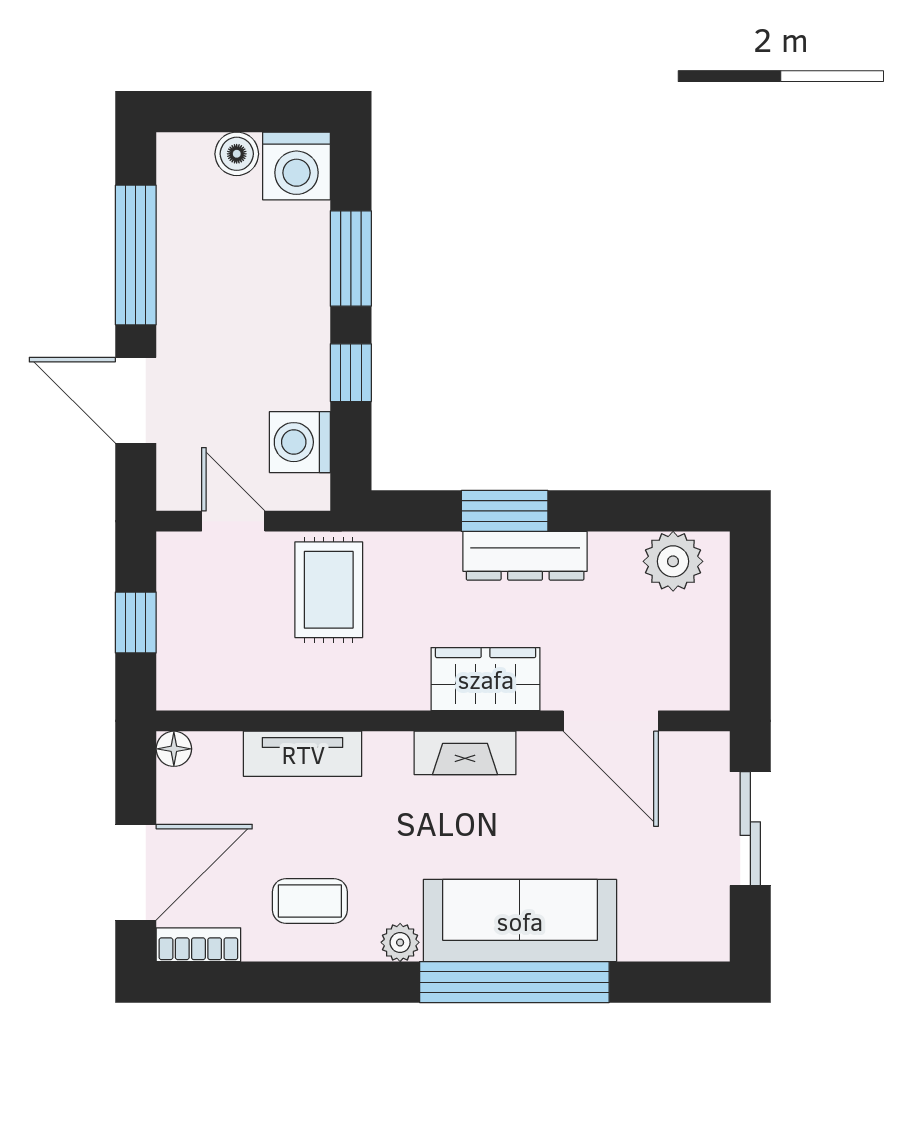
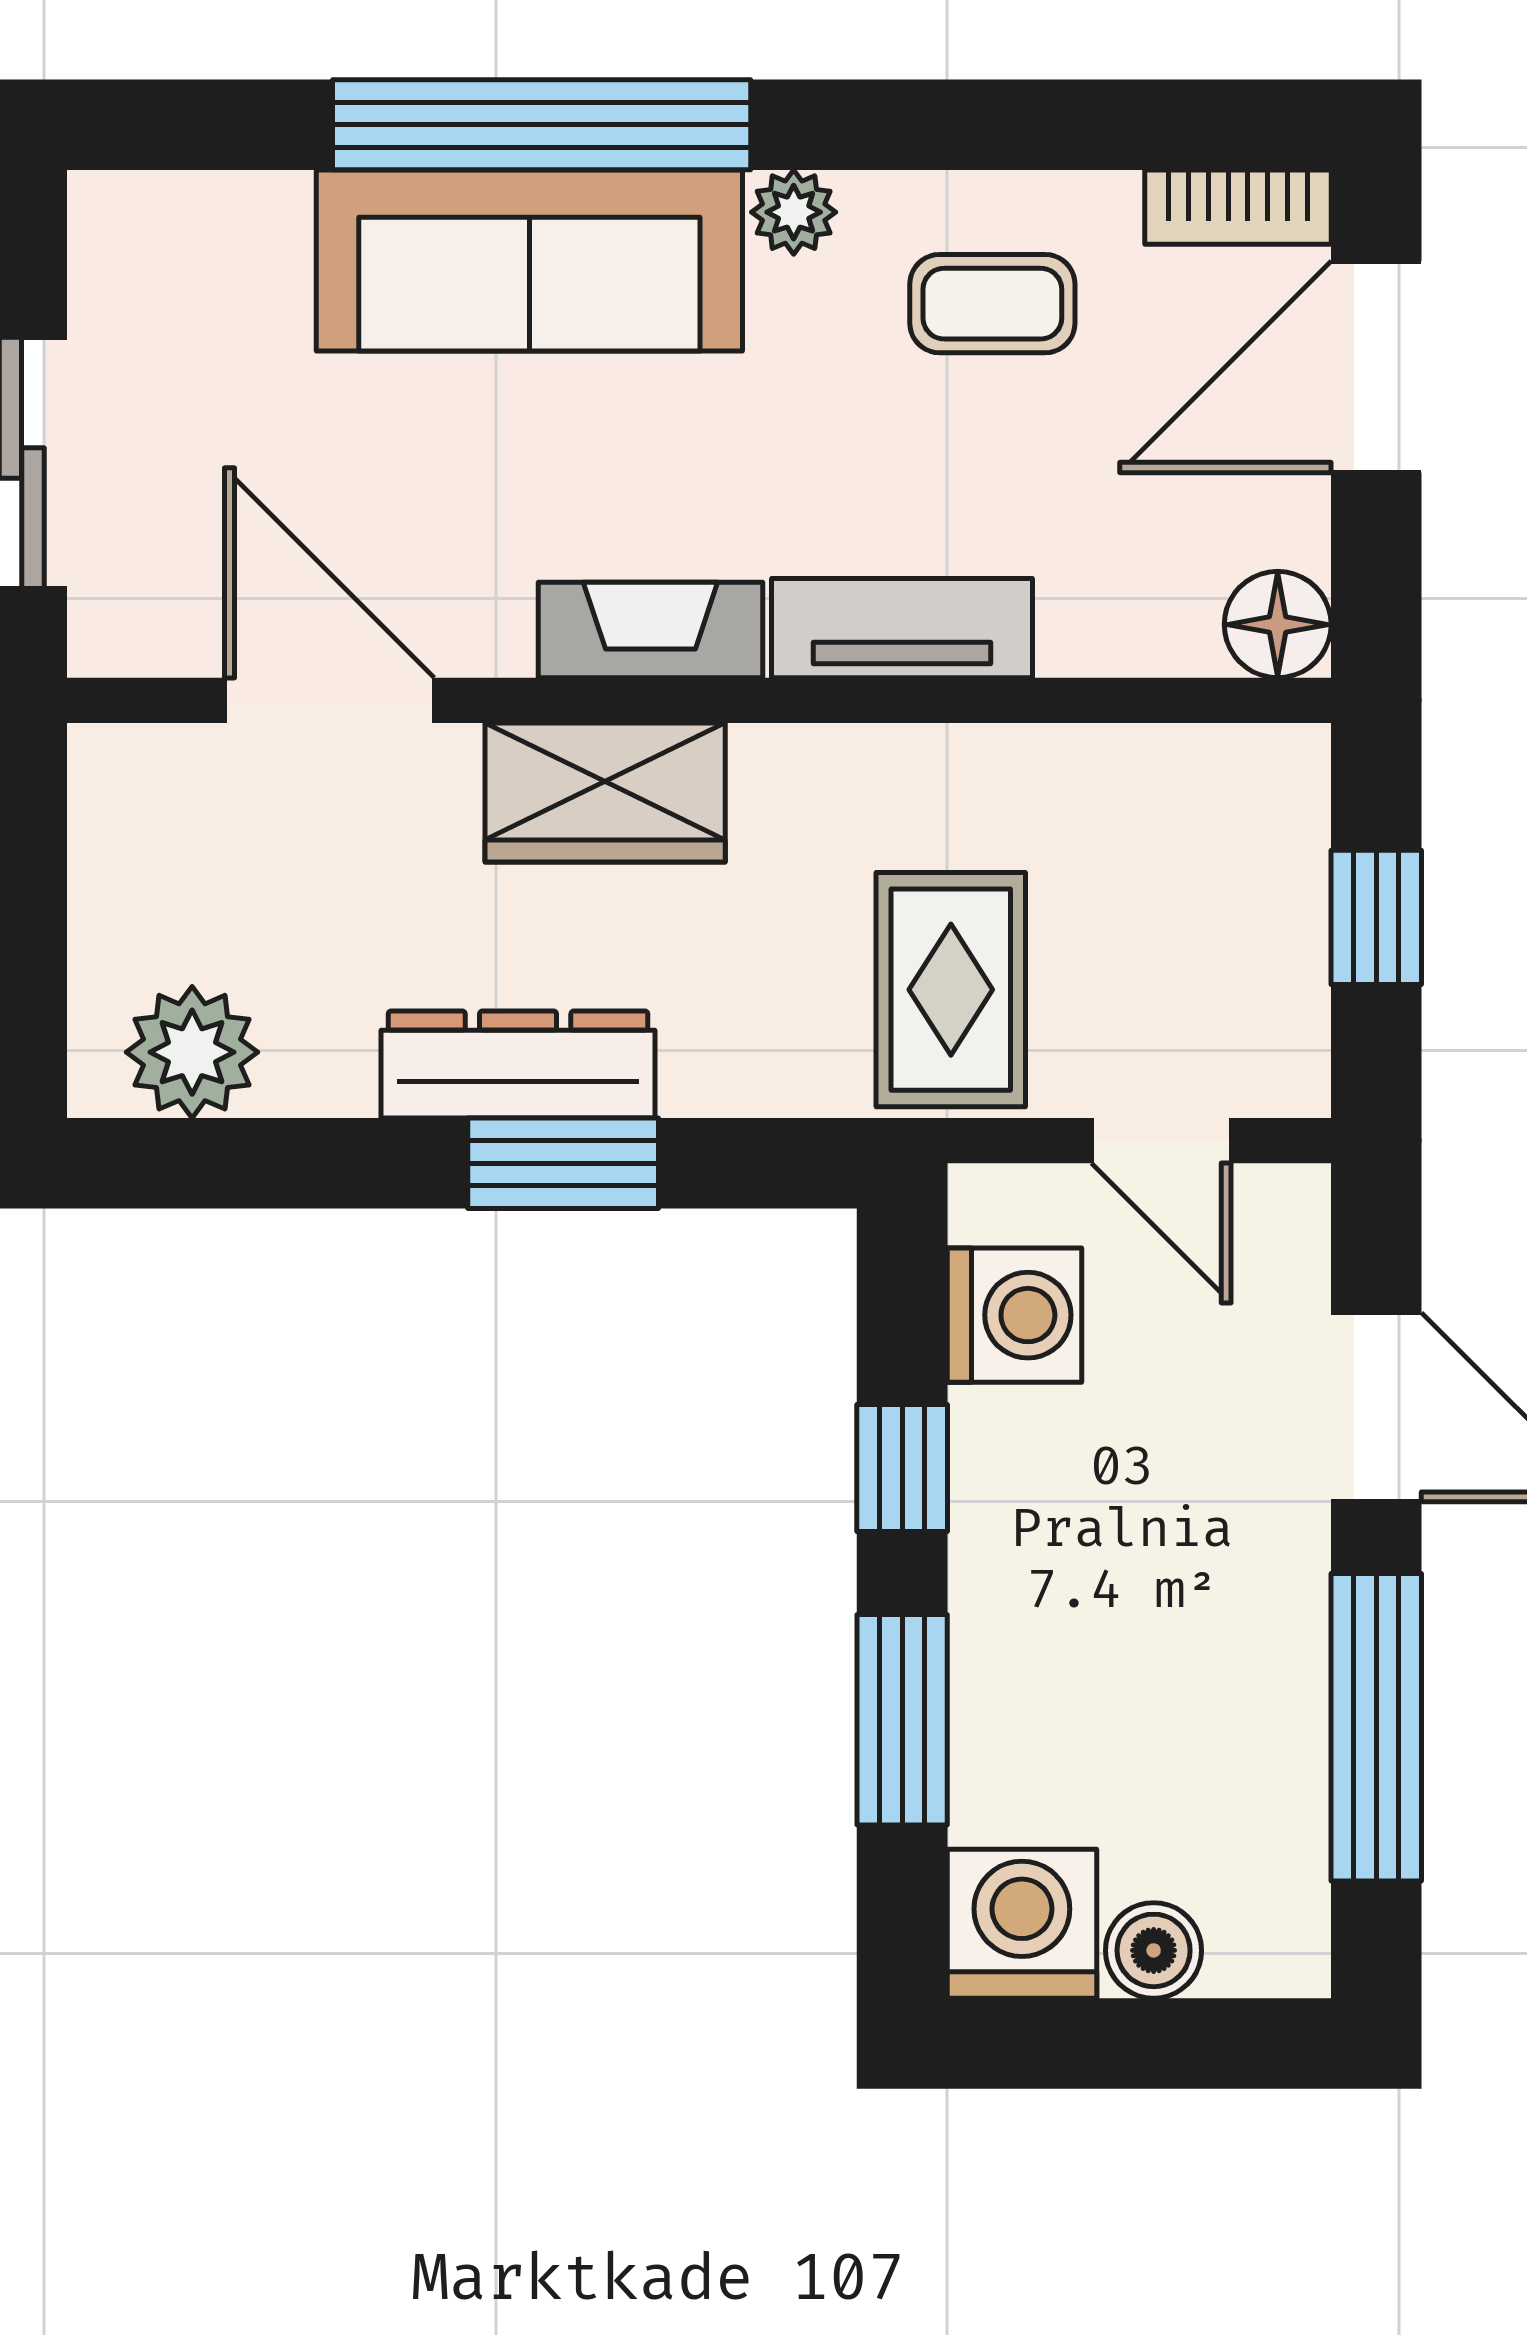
floor lamp: (174, 749) -> (1278, 625), width x1.37, depth x1.37
tv unit: (303, 754) -> (902, 628), moved

